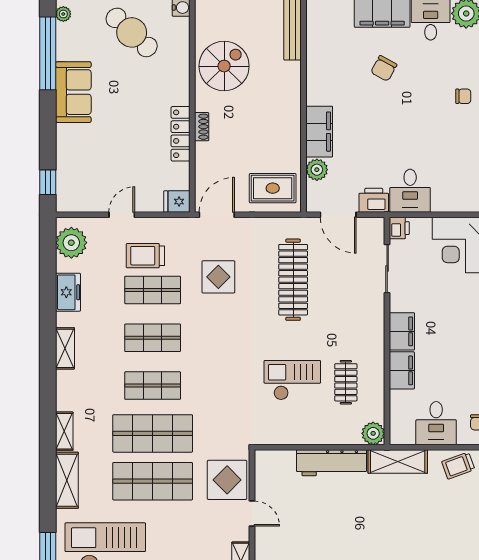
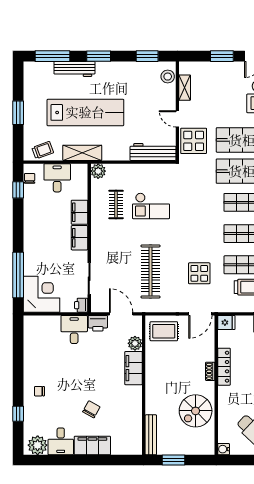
workbench: (332, 463) -> (153, 152), moved
lab bench: (393, 523) -> (85, 112), added

